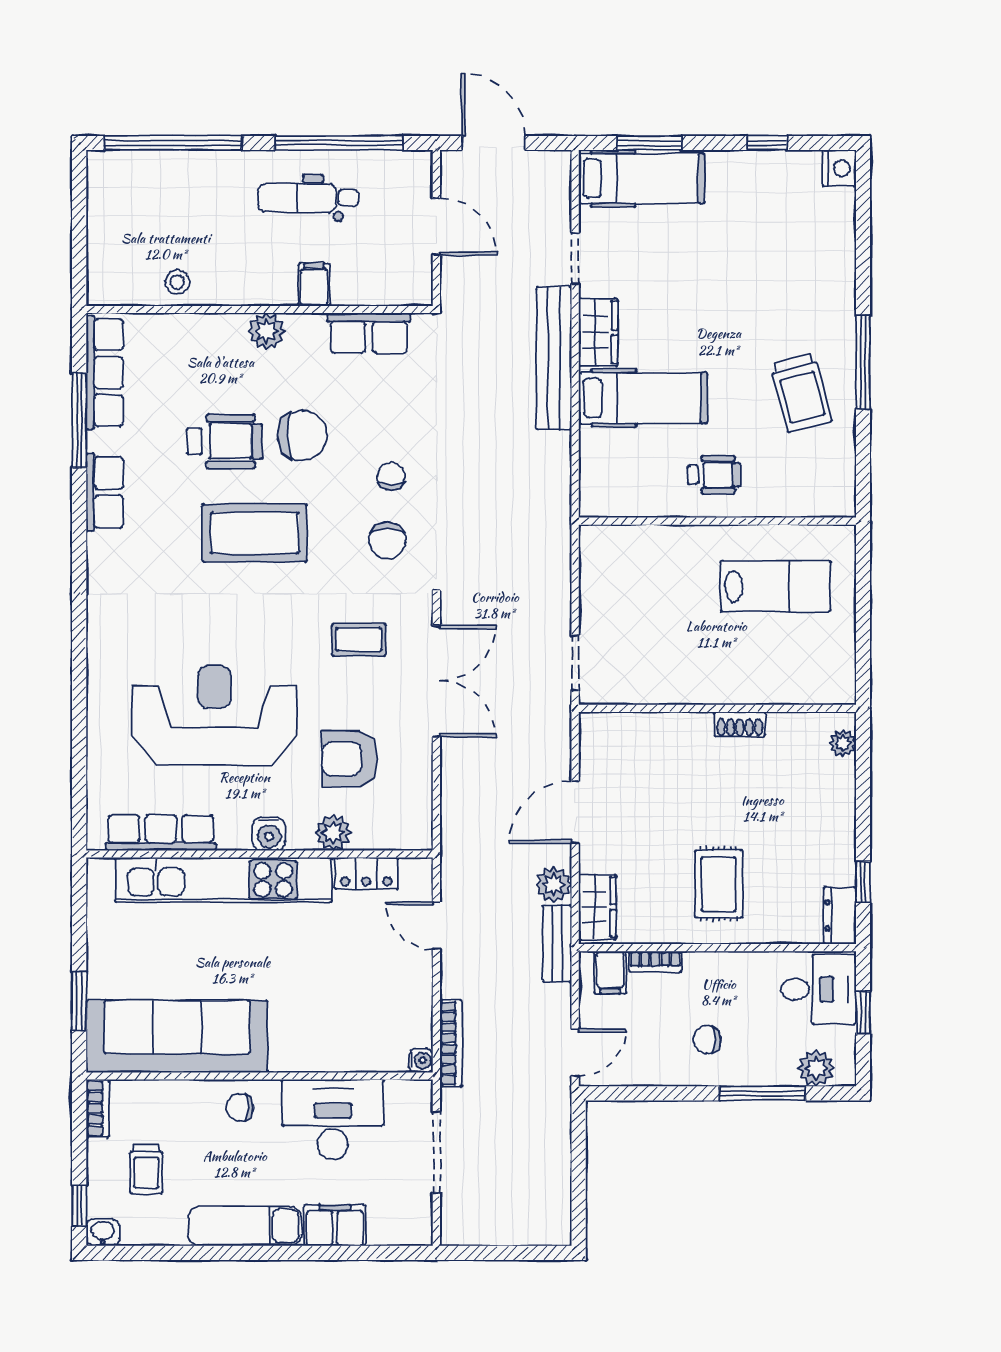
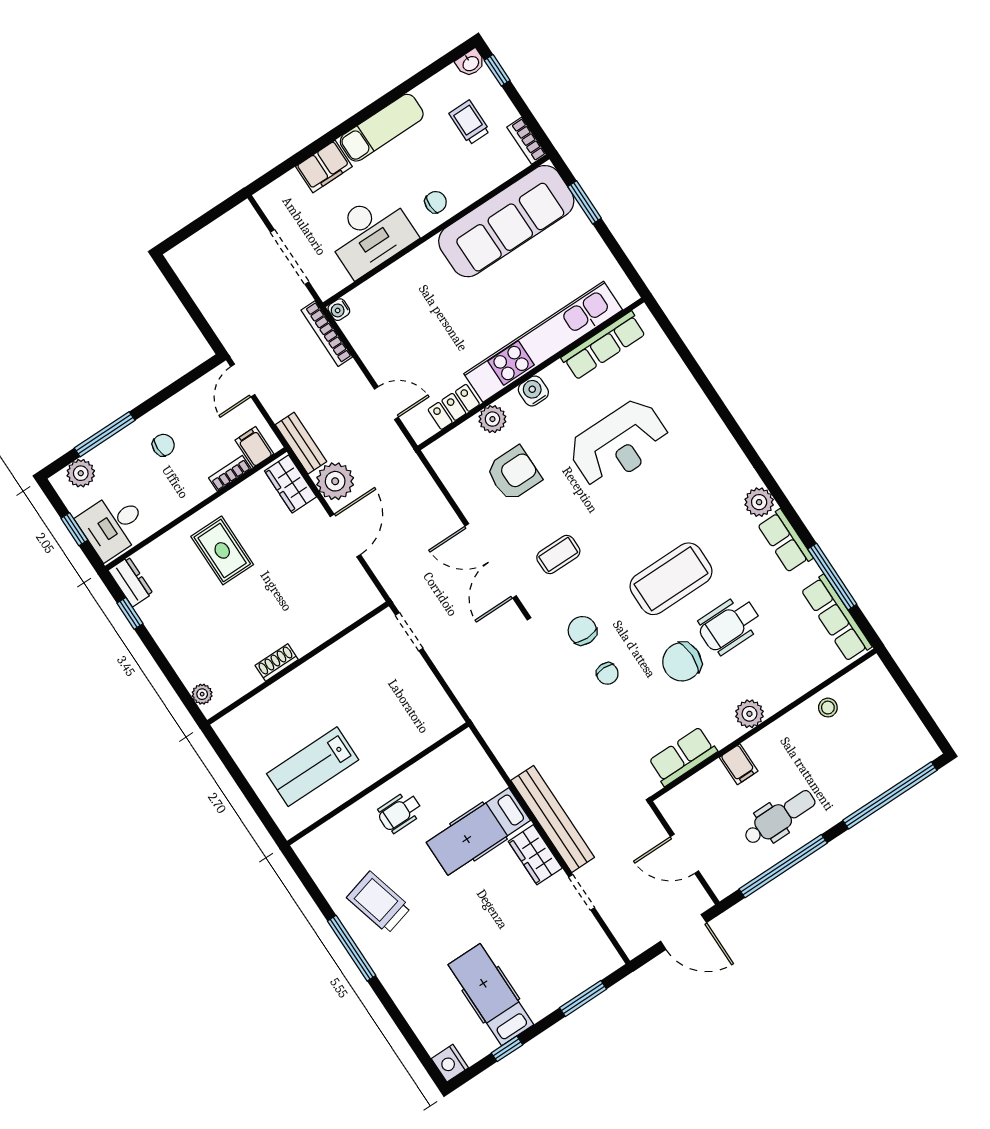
hospital bed: (642, 178) -> (491, 995), moved, turned 90
plant: (105, 553) -> (759, 502), added
reception desk: (214, 716) -> (619, 444), width x0.74, depth x0.77
plant: (554, 884) -> (335, 481), width x1.36, depth x1.36

